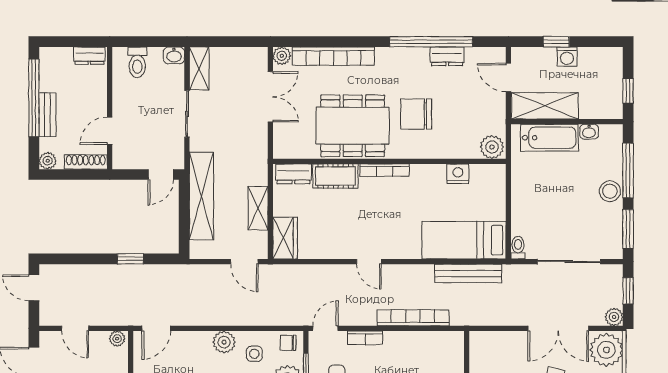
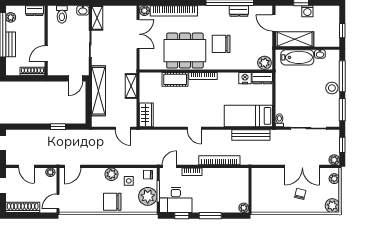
plant: (48, 161) -> (11, 17), moved
dresser: (293, 174) -> (262, 78), moved
shelving: (258, 208) -> (131, 86), moved
plant: (606, 350) -> (334, 179), width x0.53, depth x0.53

